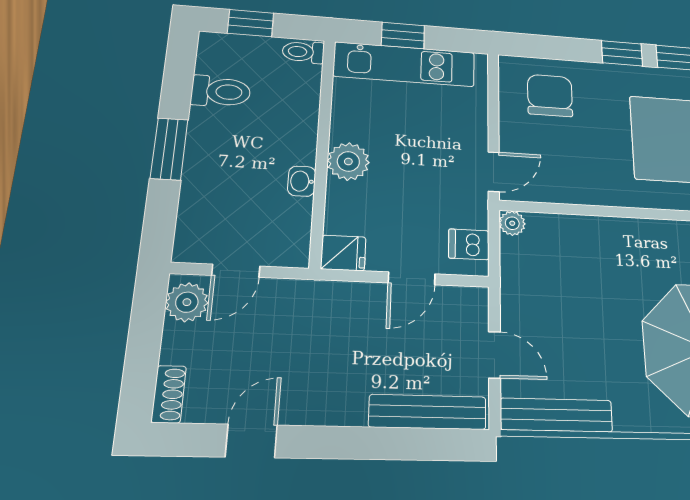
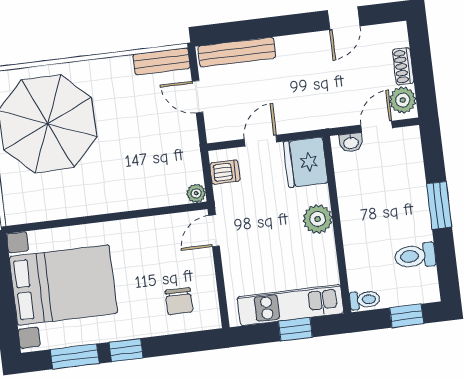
chair: (550, 96) -> (179, 301), width x0.73, depth x0.73
washbasin: (302, 181) -> (351, 143), moved, turned 90
fridge: (343, 253) -> (306, 162), width x1.88, depth x1.34
shoe rack: (169, 394) -> (403, 66), moved
bench: (556, 415) -> (162, 61), width x0.73

